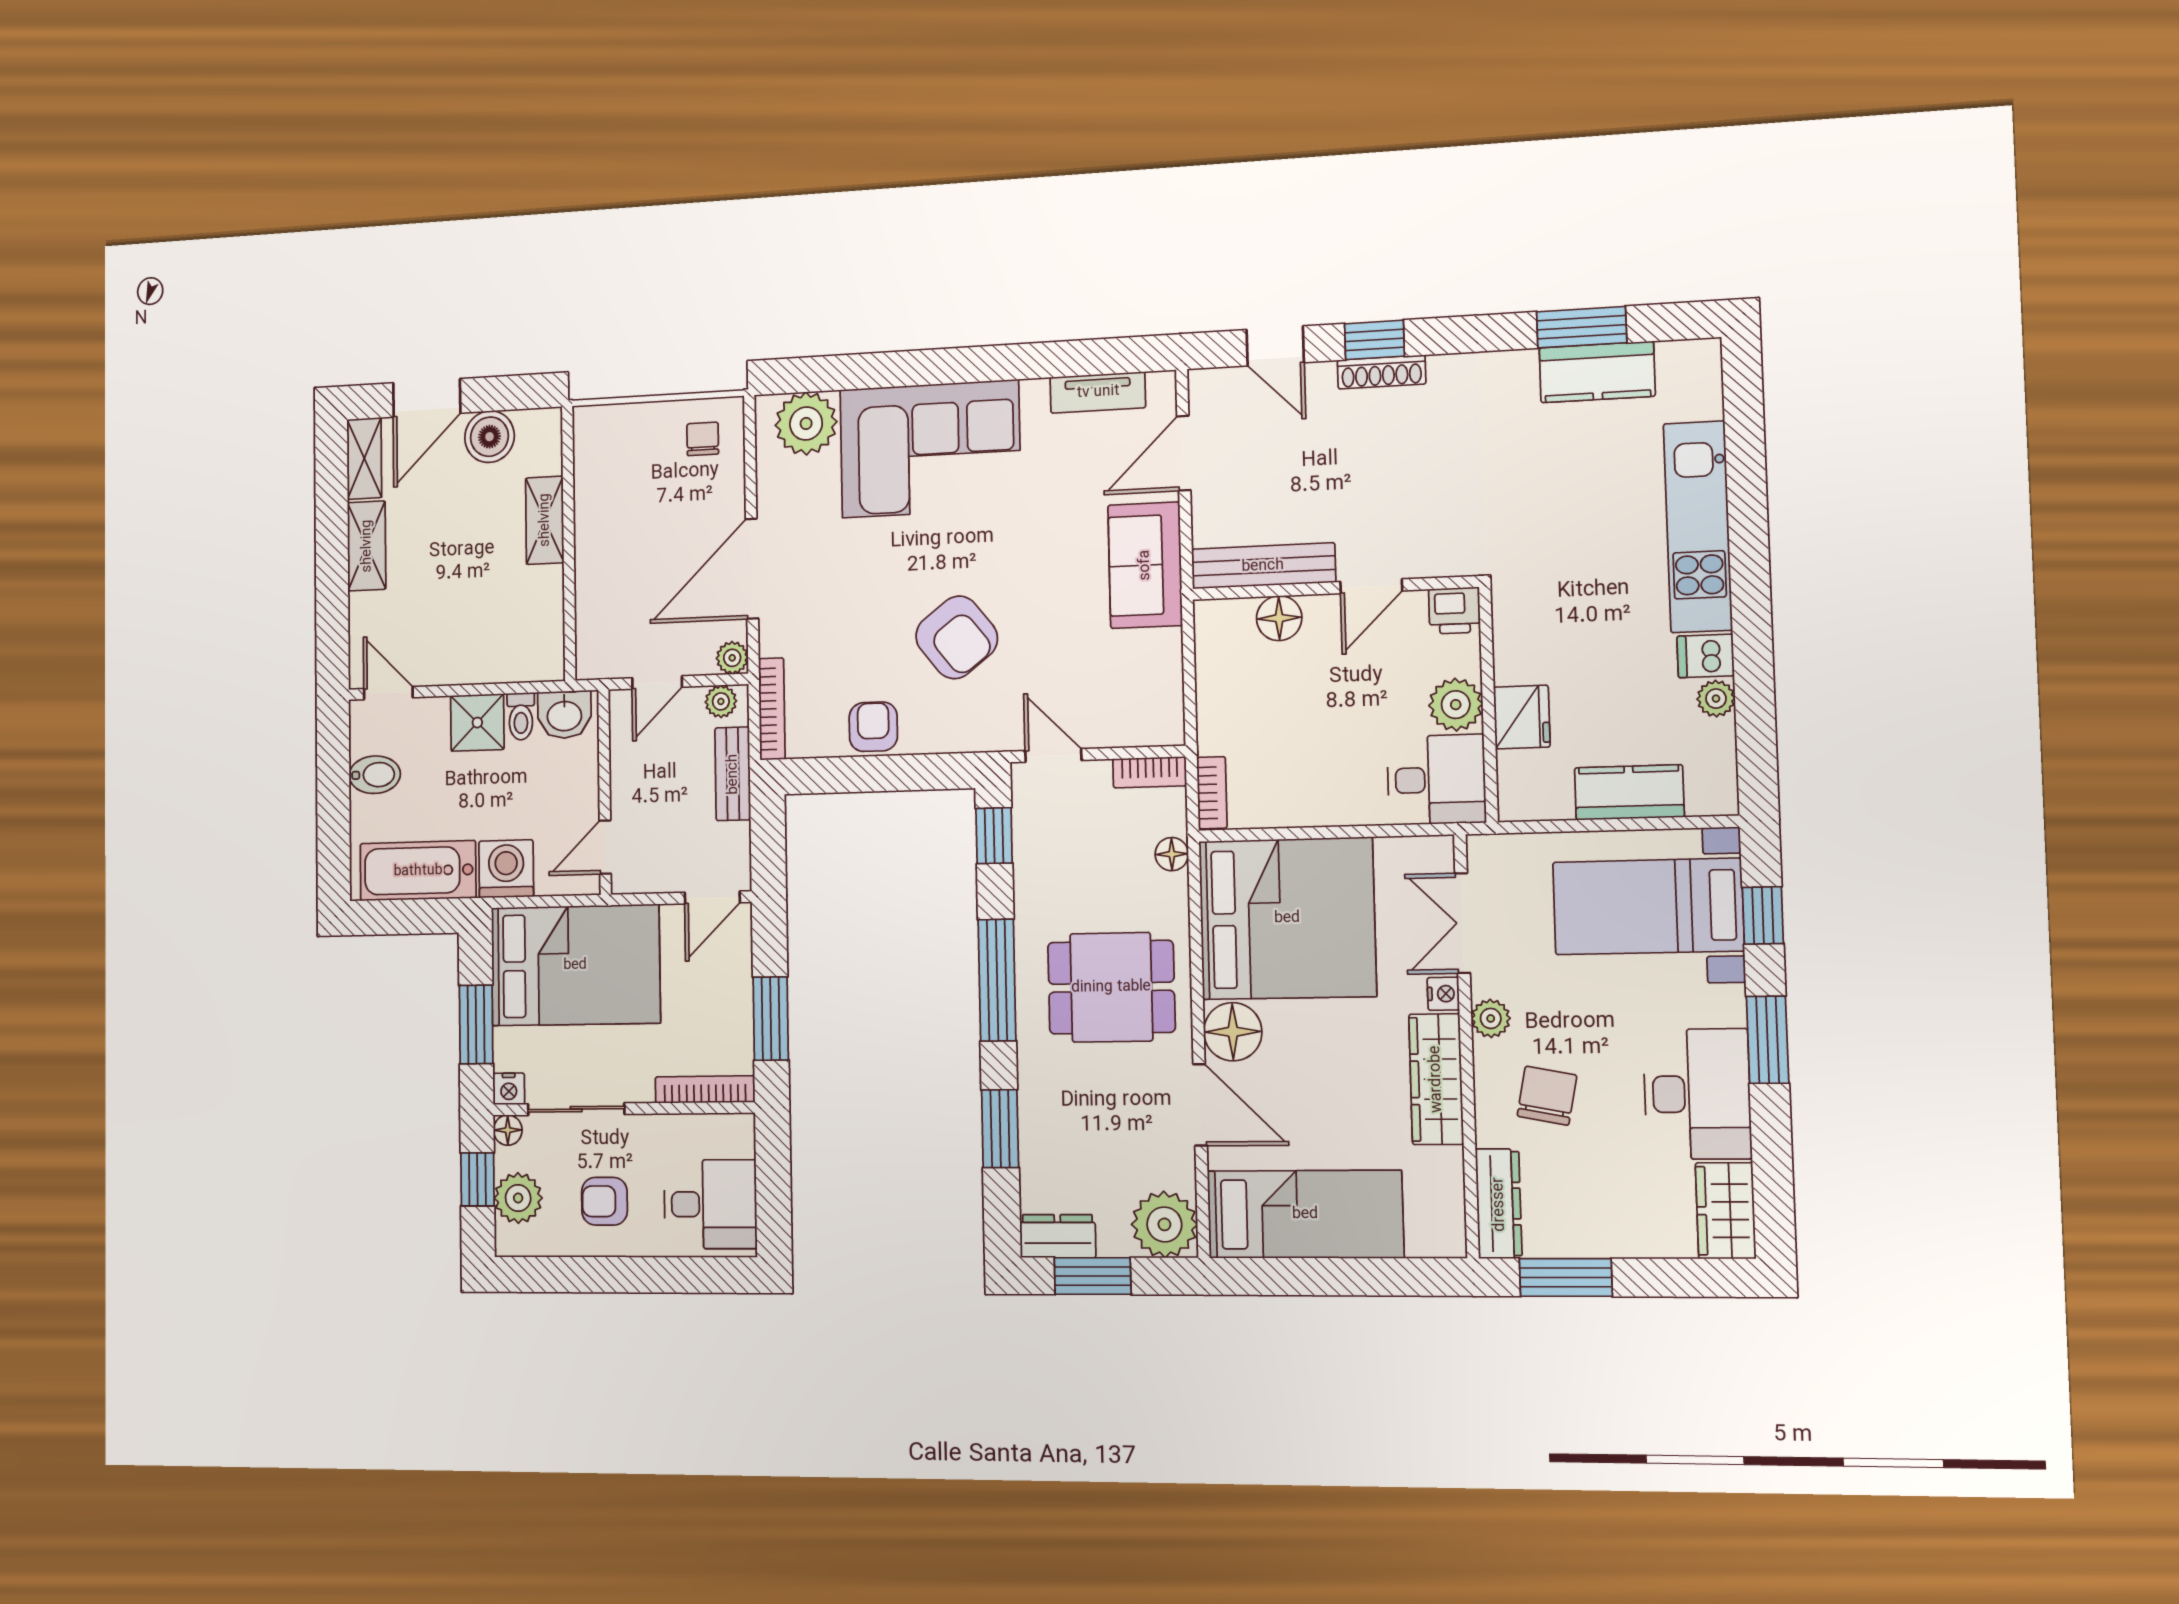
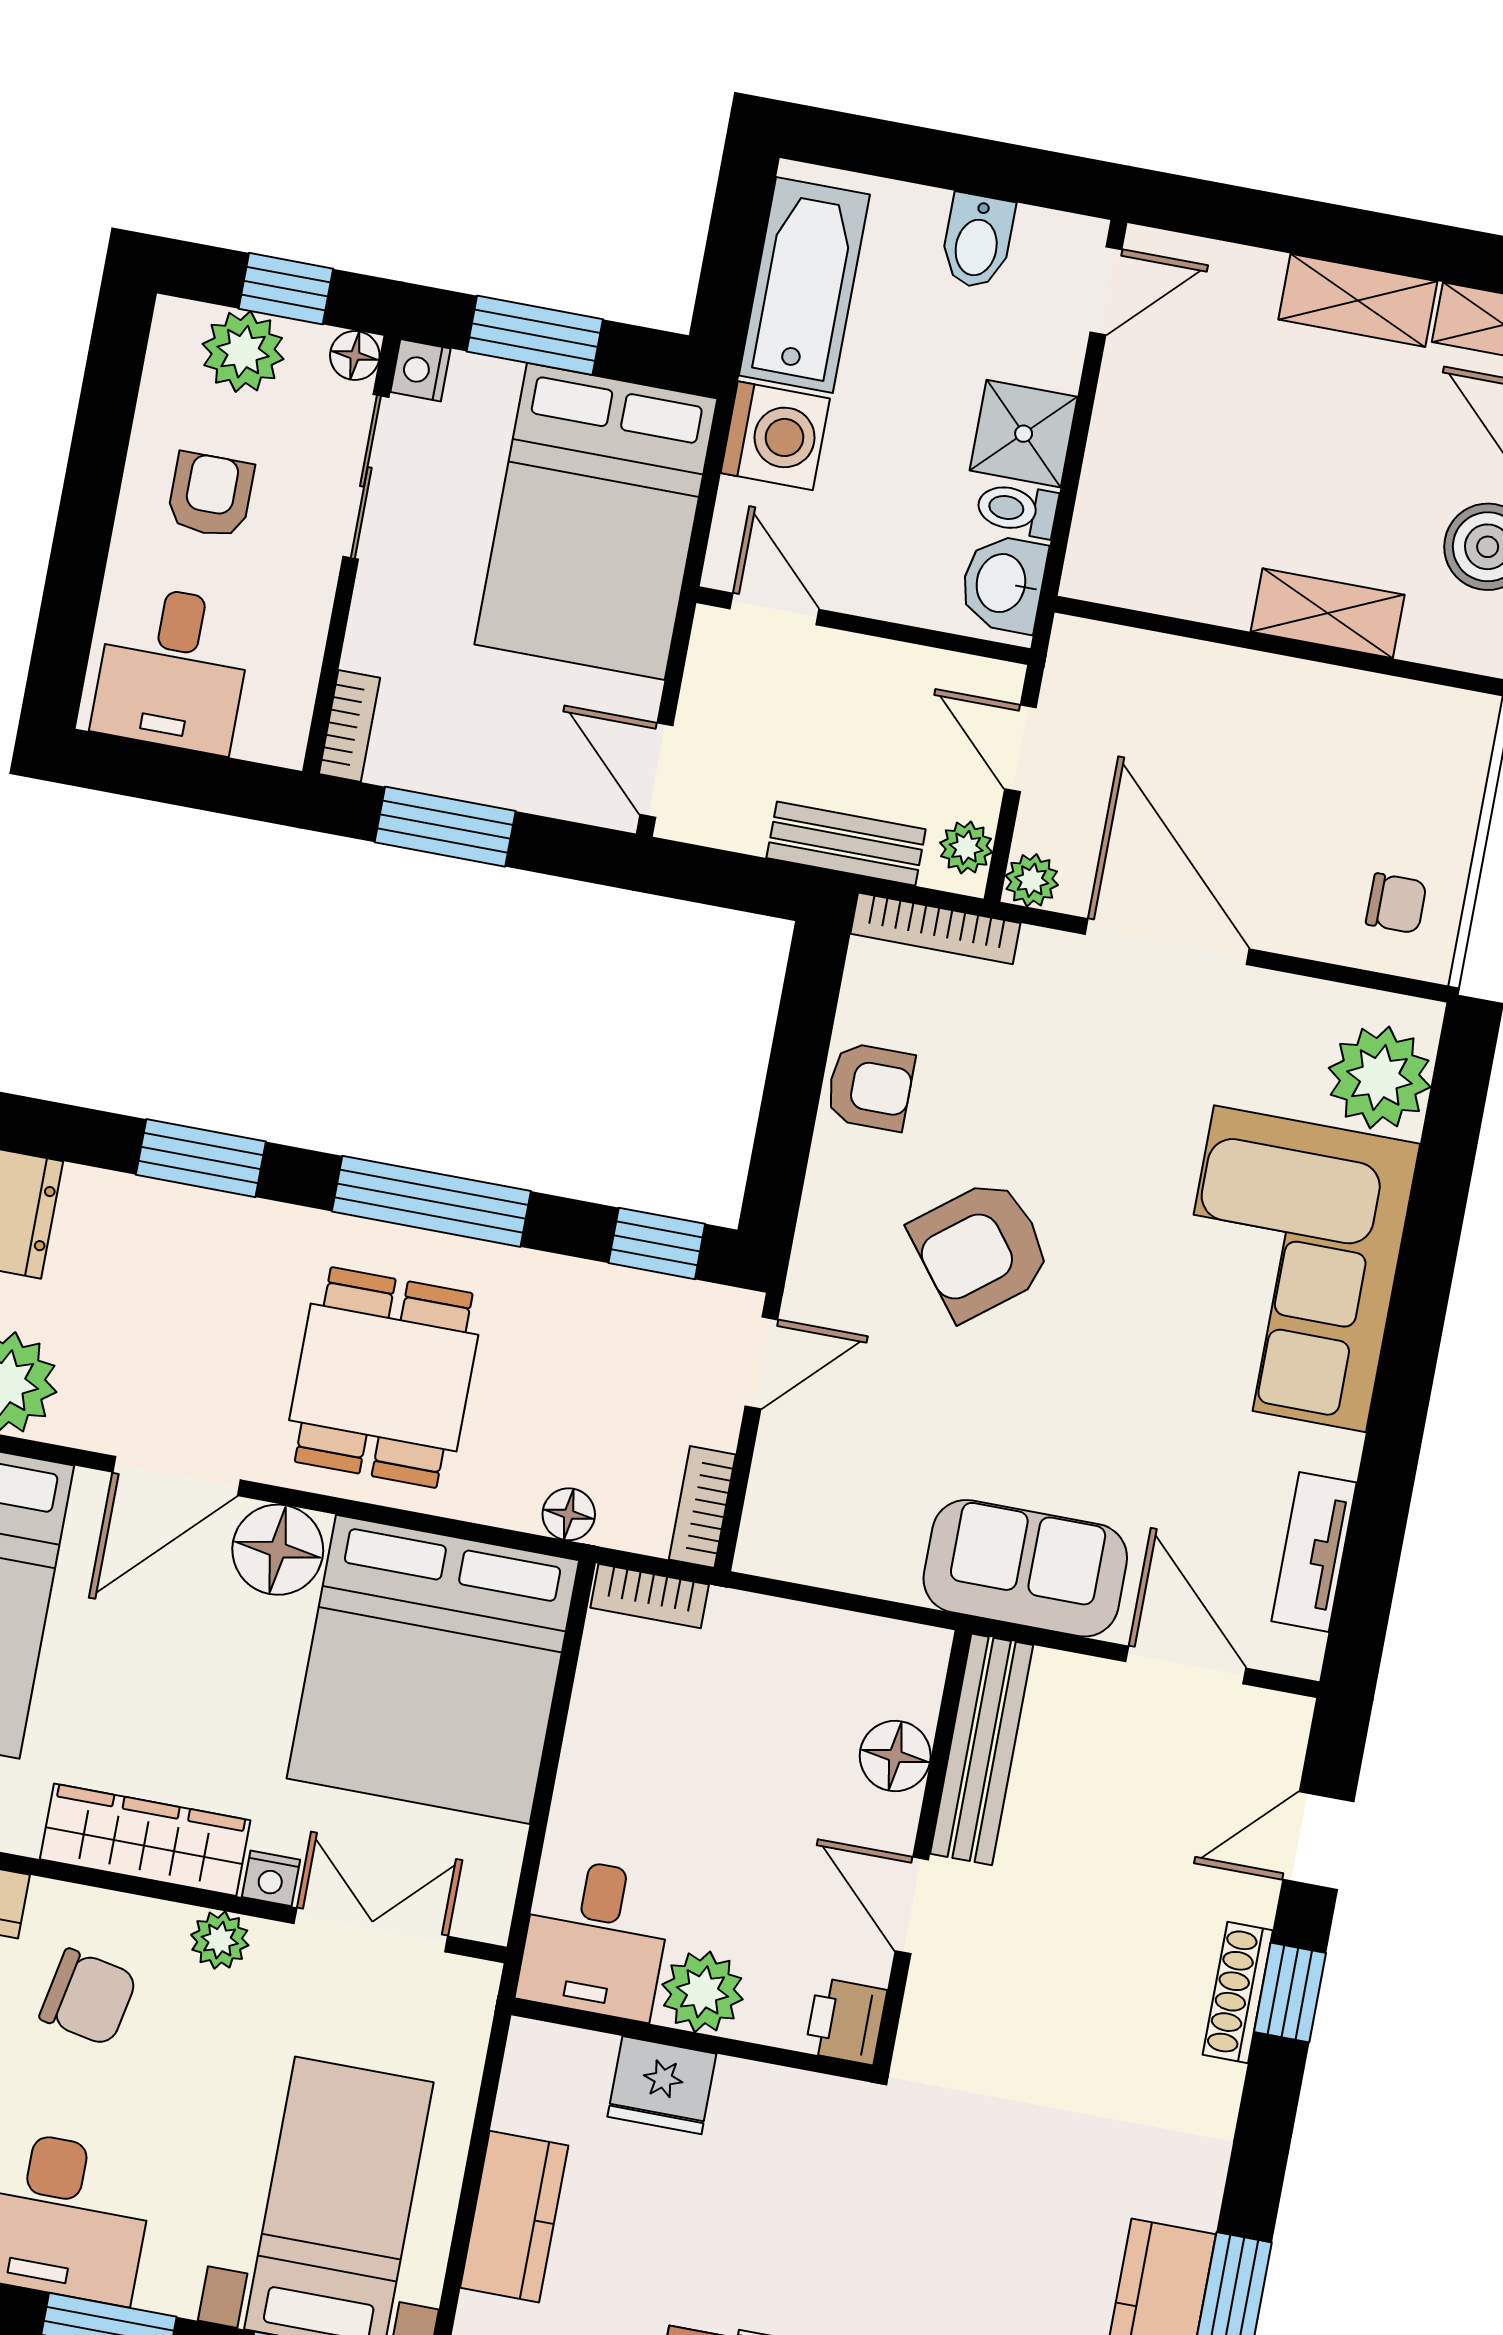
bookcase: (705, 1089) -> (349, 726), width x0.64

